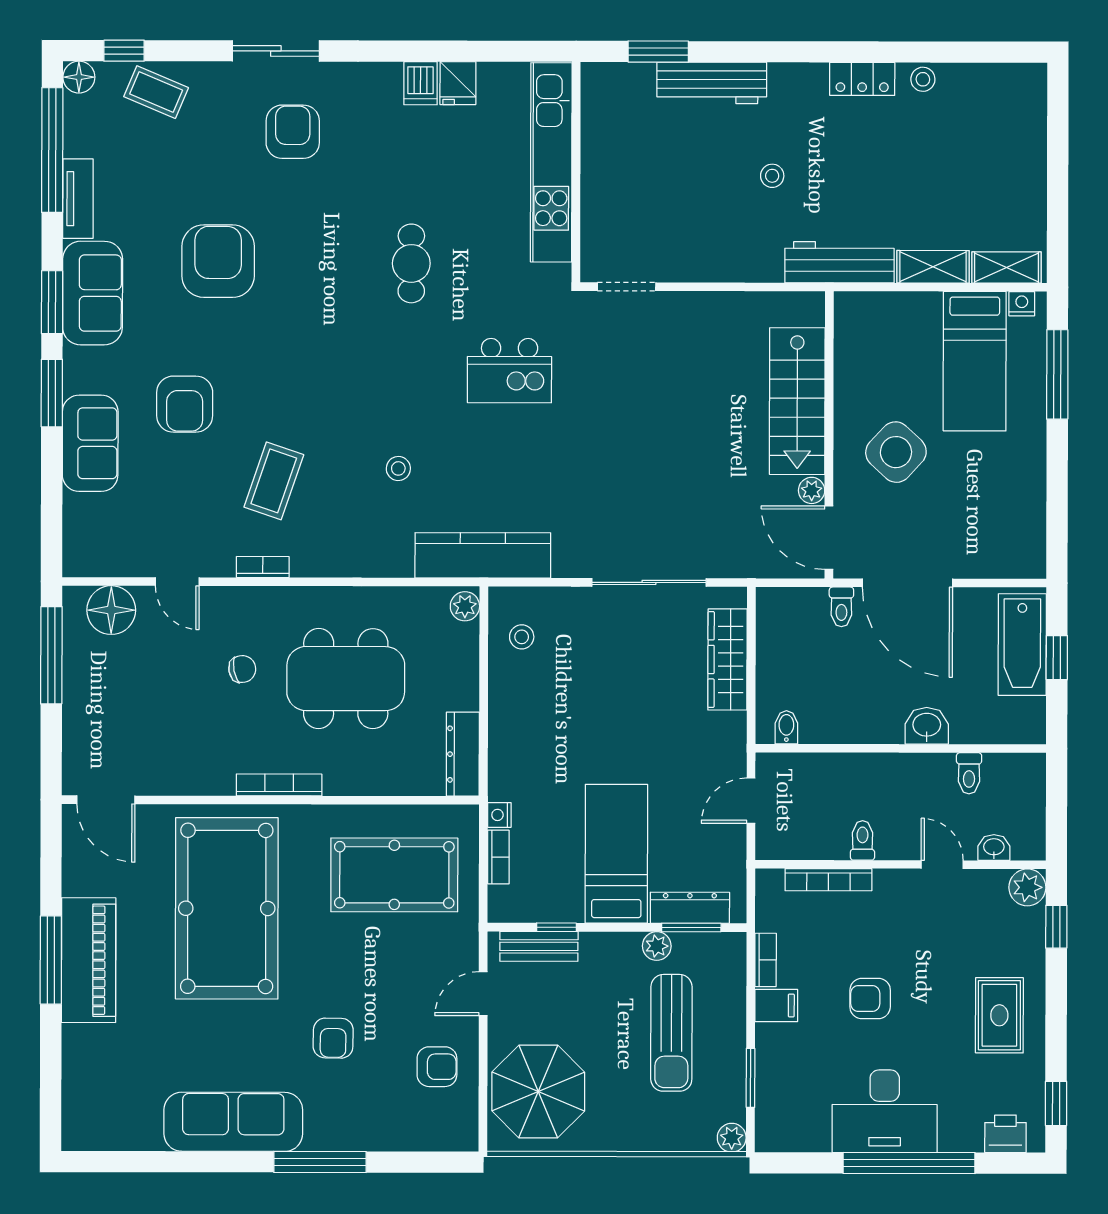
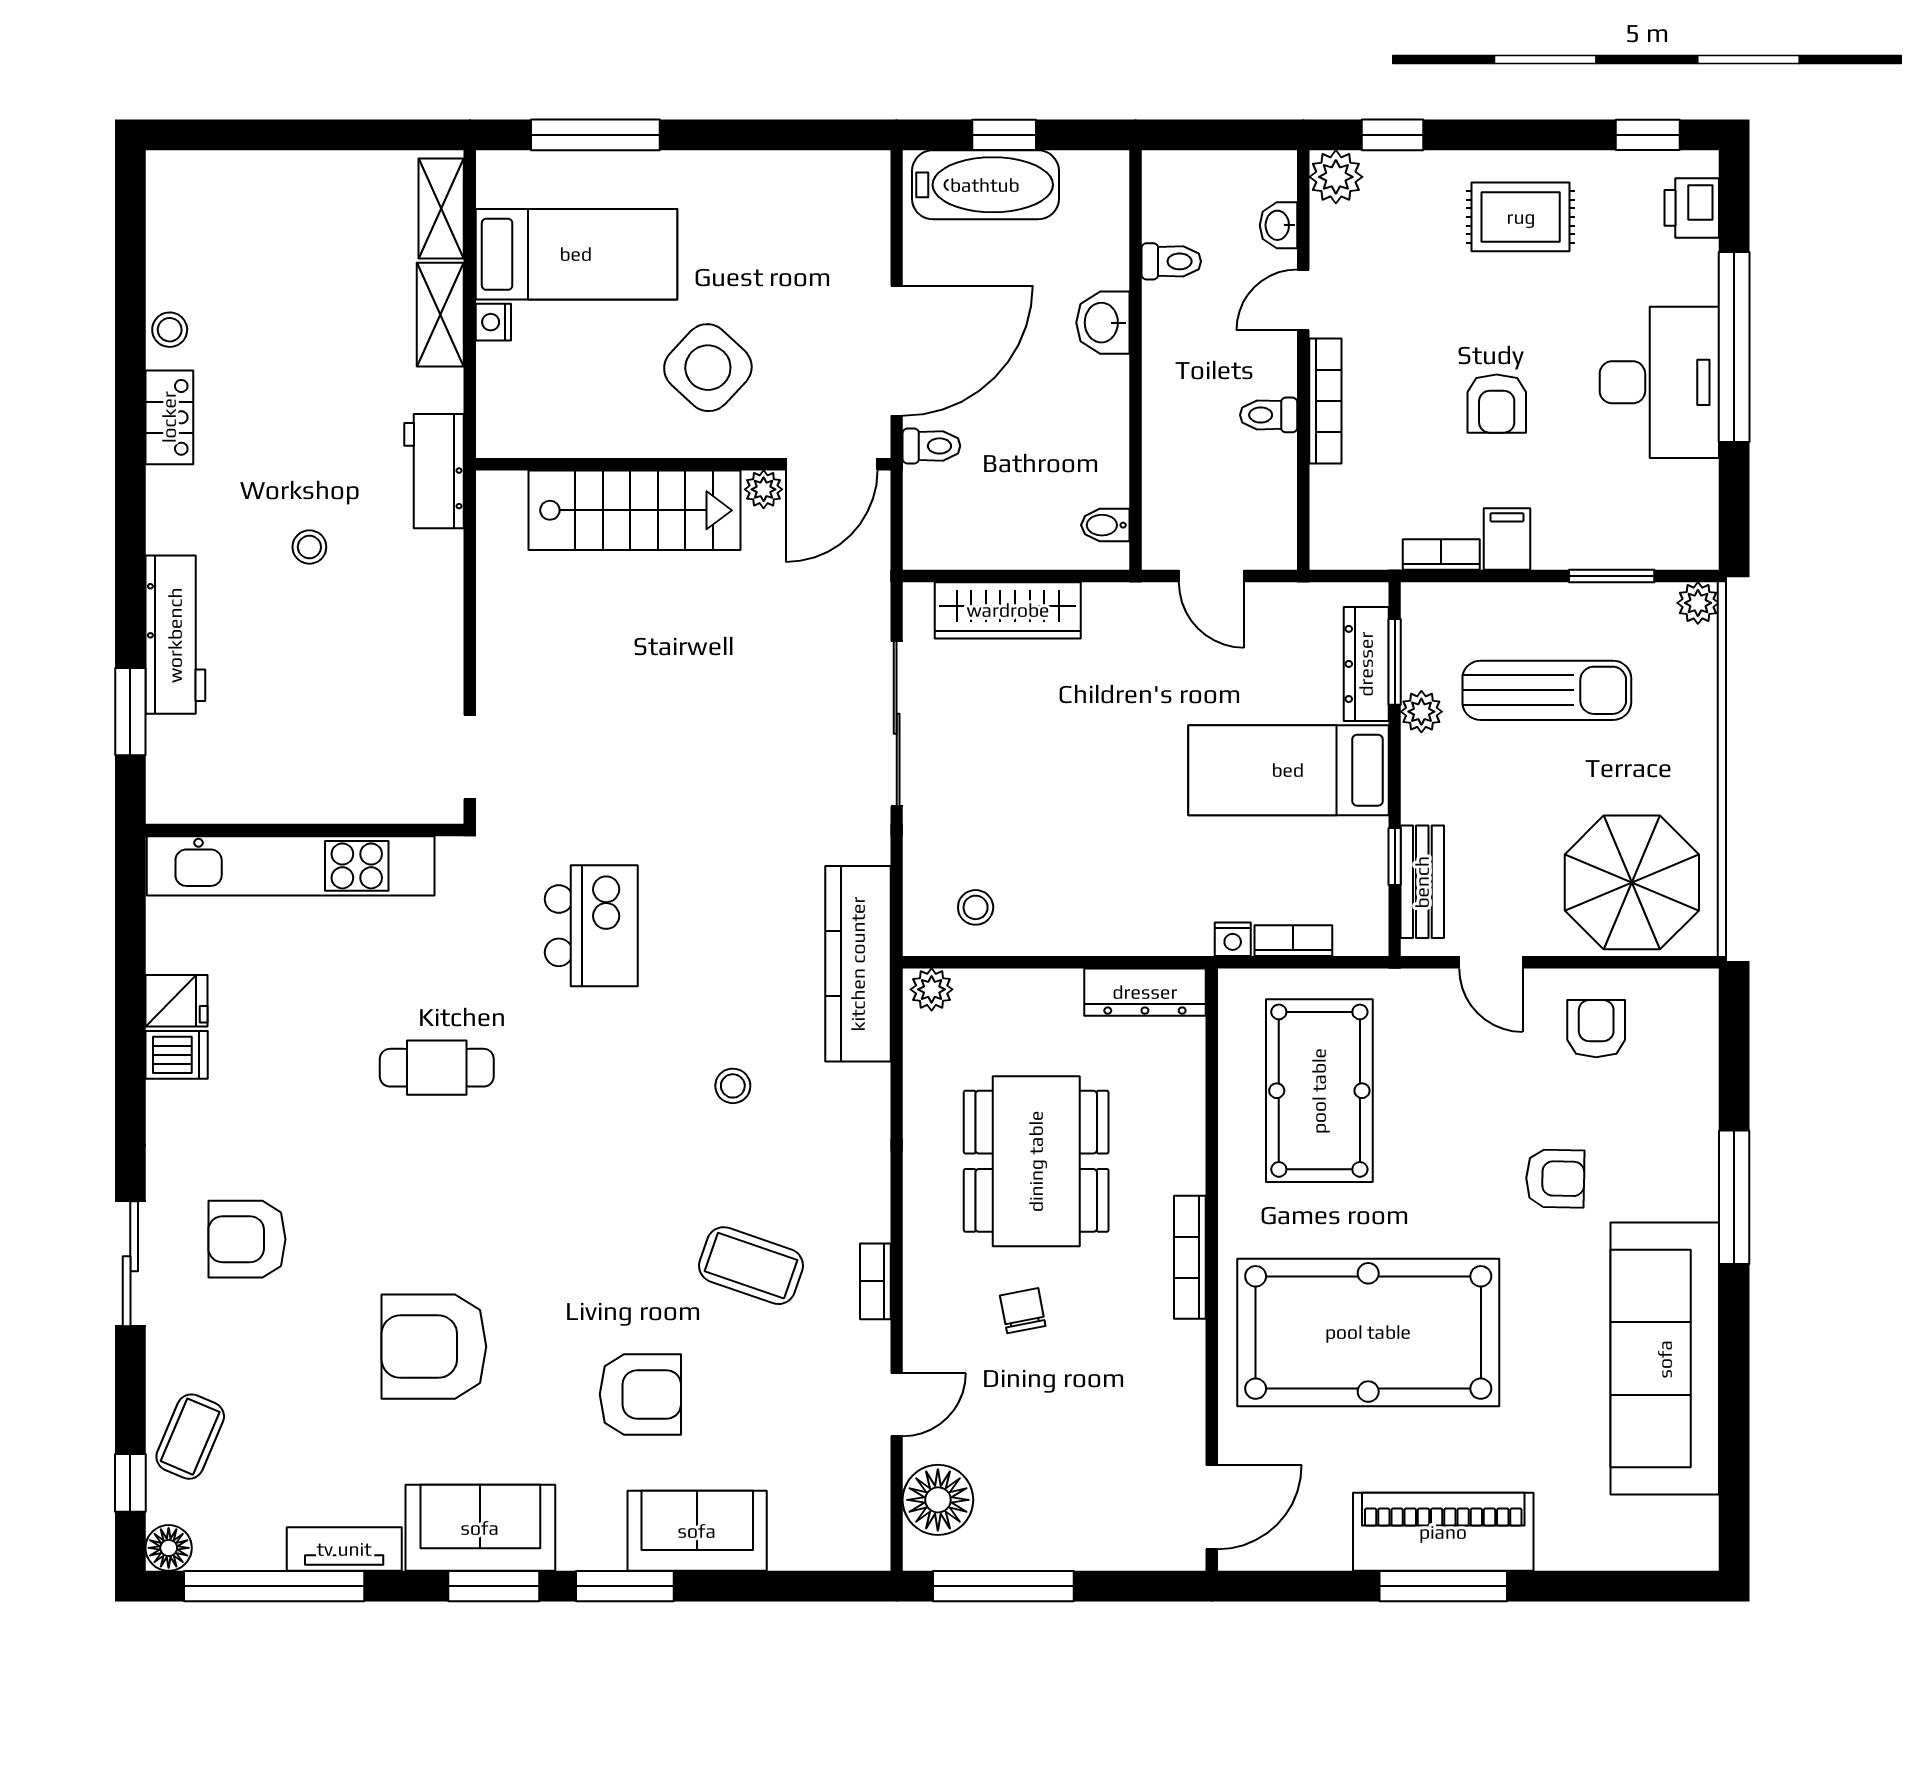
workbench: (839, 262) -> (434, 471), width x0.73
nightstand: (1022, 304) -> (493, 322), moved
bookcase: (828, 880) -> (1325, 401), moved
sofa: (233, 1122) -> (1665, 1359), width x1.36, depth x1.27

